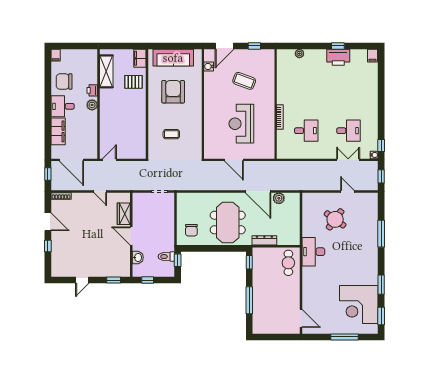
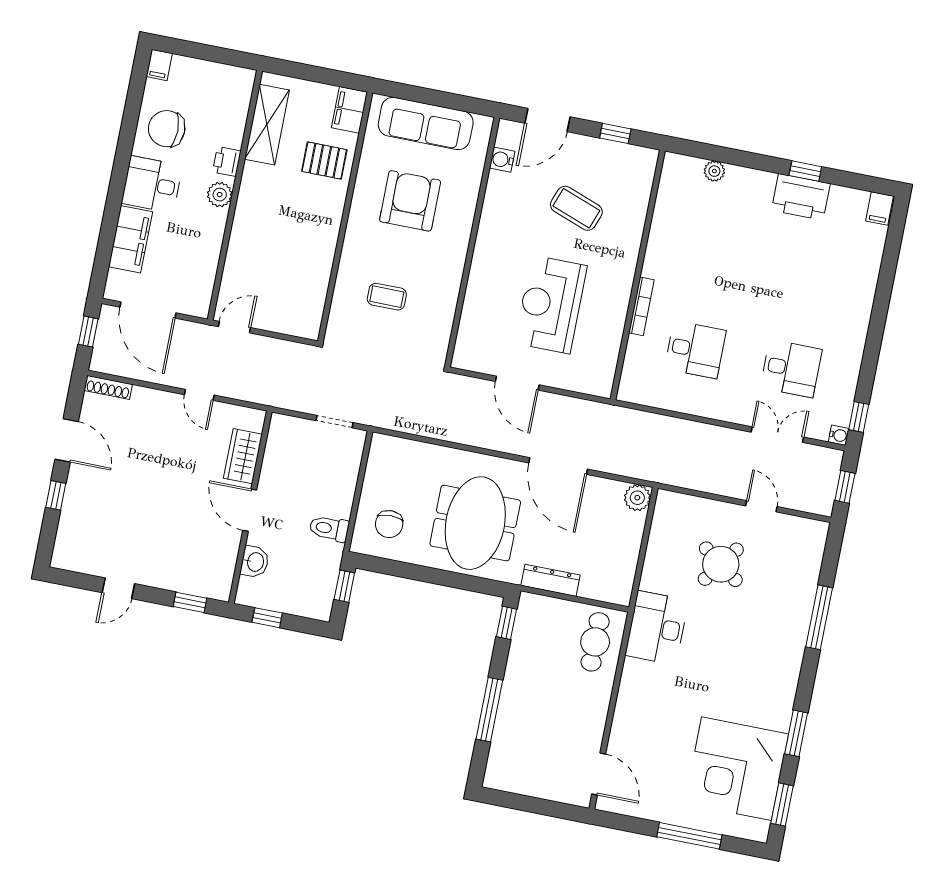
plant: (279, 198) -> (637, 498), moved
toilet: (166, 257) -> (329, 529), moved

